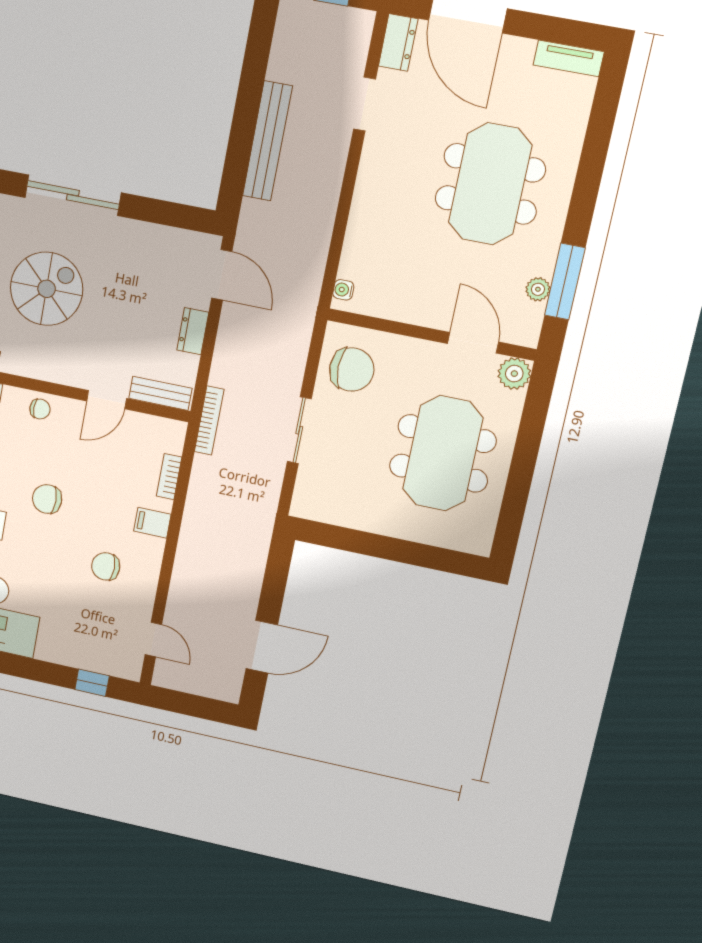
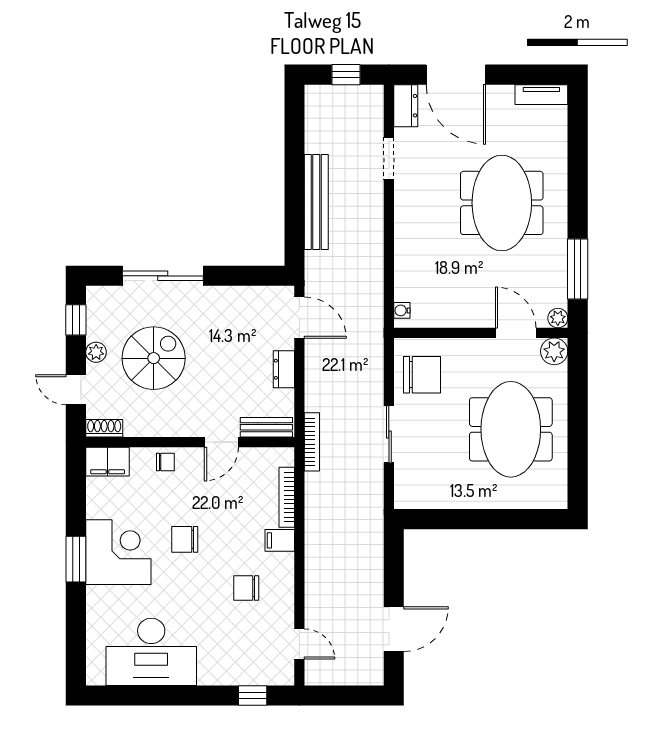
plant: (538, 289) -> (558, 318), moved
bookcase: (169, 477) -> (287, 497), width x1.56

